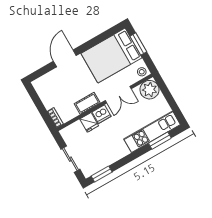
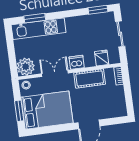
cot: (87, 103) -> (90, 78), width x1.37, depth x1.34
fridge: (89, 122) -> (102, 58), moved

